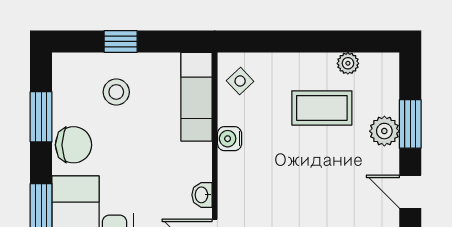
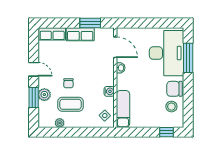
window: (121, 41) -> (167, 132), moved
stool: (116, 92) -> (171, 107), moved
window: (41, 117) -> (188, 101), removed
chair: (327, 158) -> (68, 83), added

